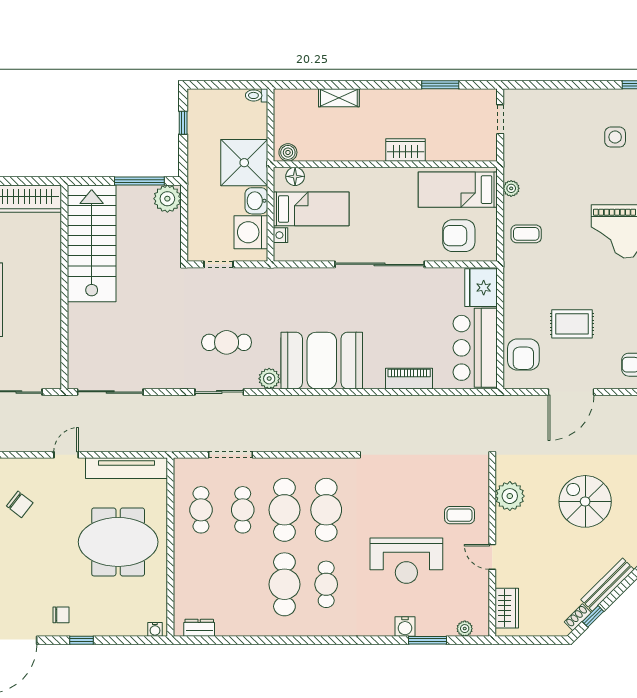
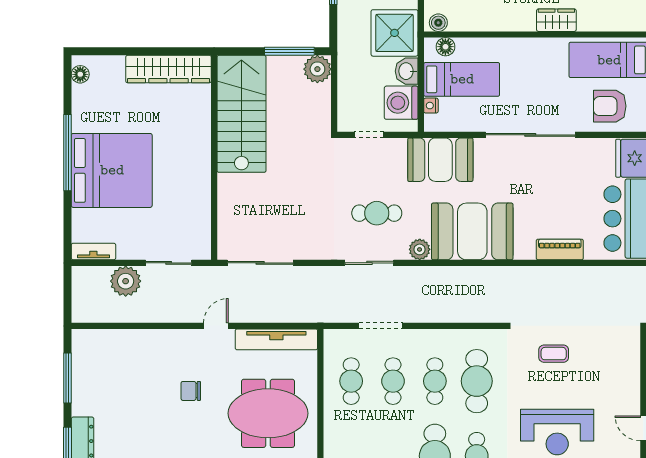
booth: (290, 289) -> (440, 160), added
chair: (20, 504) -> (191, 391), moved, turned 142
cafe table: (284, 510) -> (435, 381), width x0.73, depth x0.74
coffee table: (460, 515) -> (554, 354), moved

